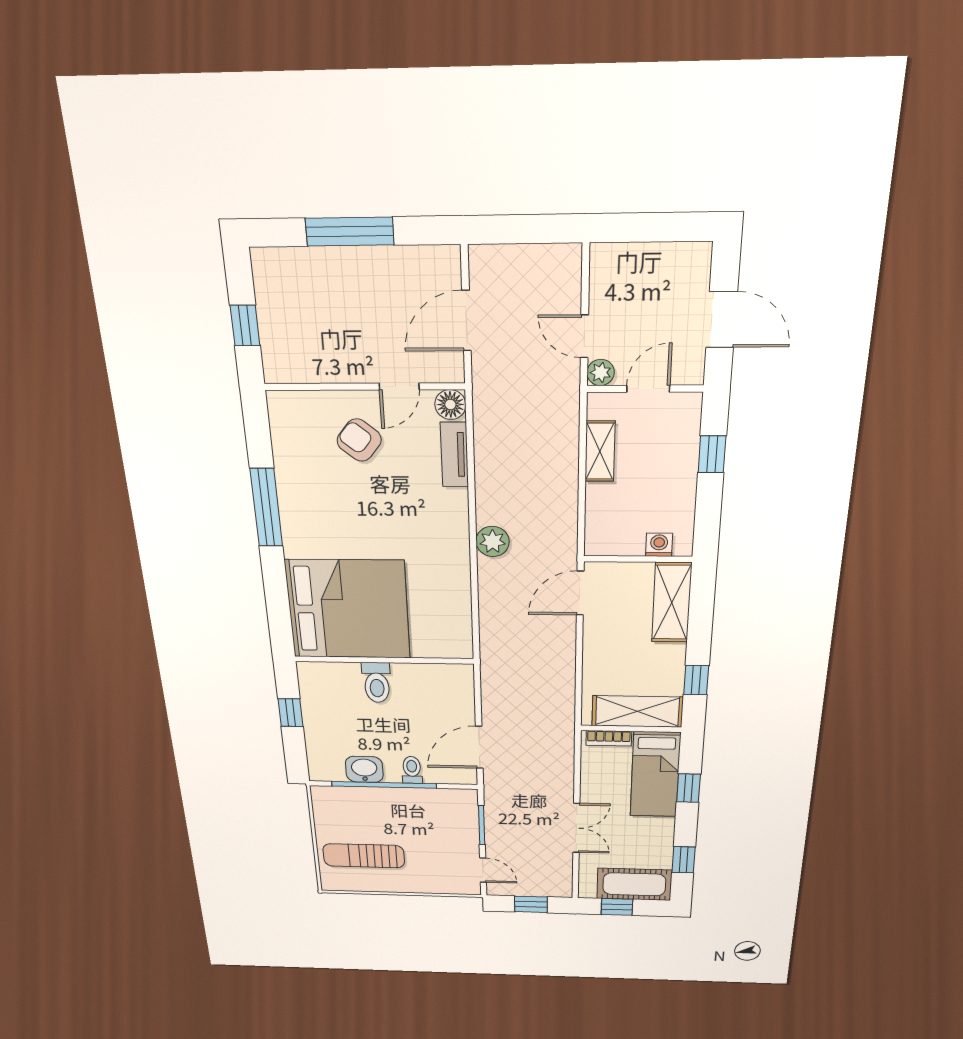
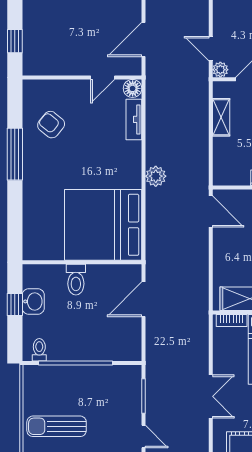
armchair: (359, 440) -> (51, 125), moved
door: (580, 593) -> (211, 212), swing flipped
bed: (348, 609) -> (103, 225), moved, turned 180
door: (479, 747) -> (144, 299), moved
washbasin: (364, 769) -> (33, 301), moved, turned 90
toilet: (412, 770) -> (39, 350), moved

